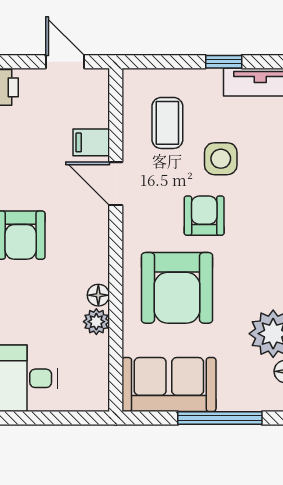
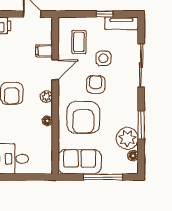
door: (116, 184) -> (55, 70), swing flipped
plant: (96, 322) -> (46, 97), moved

